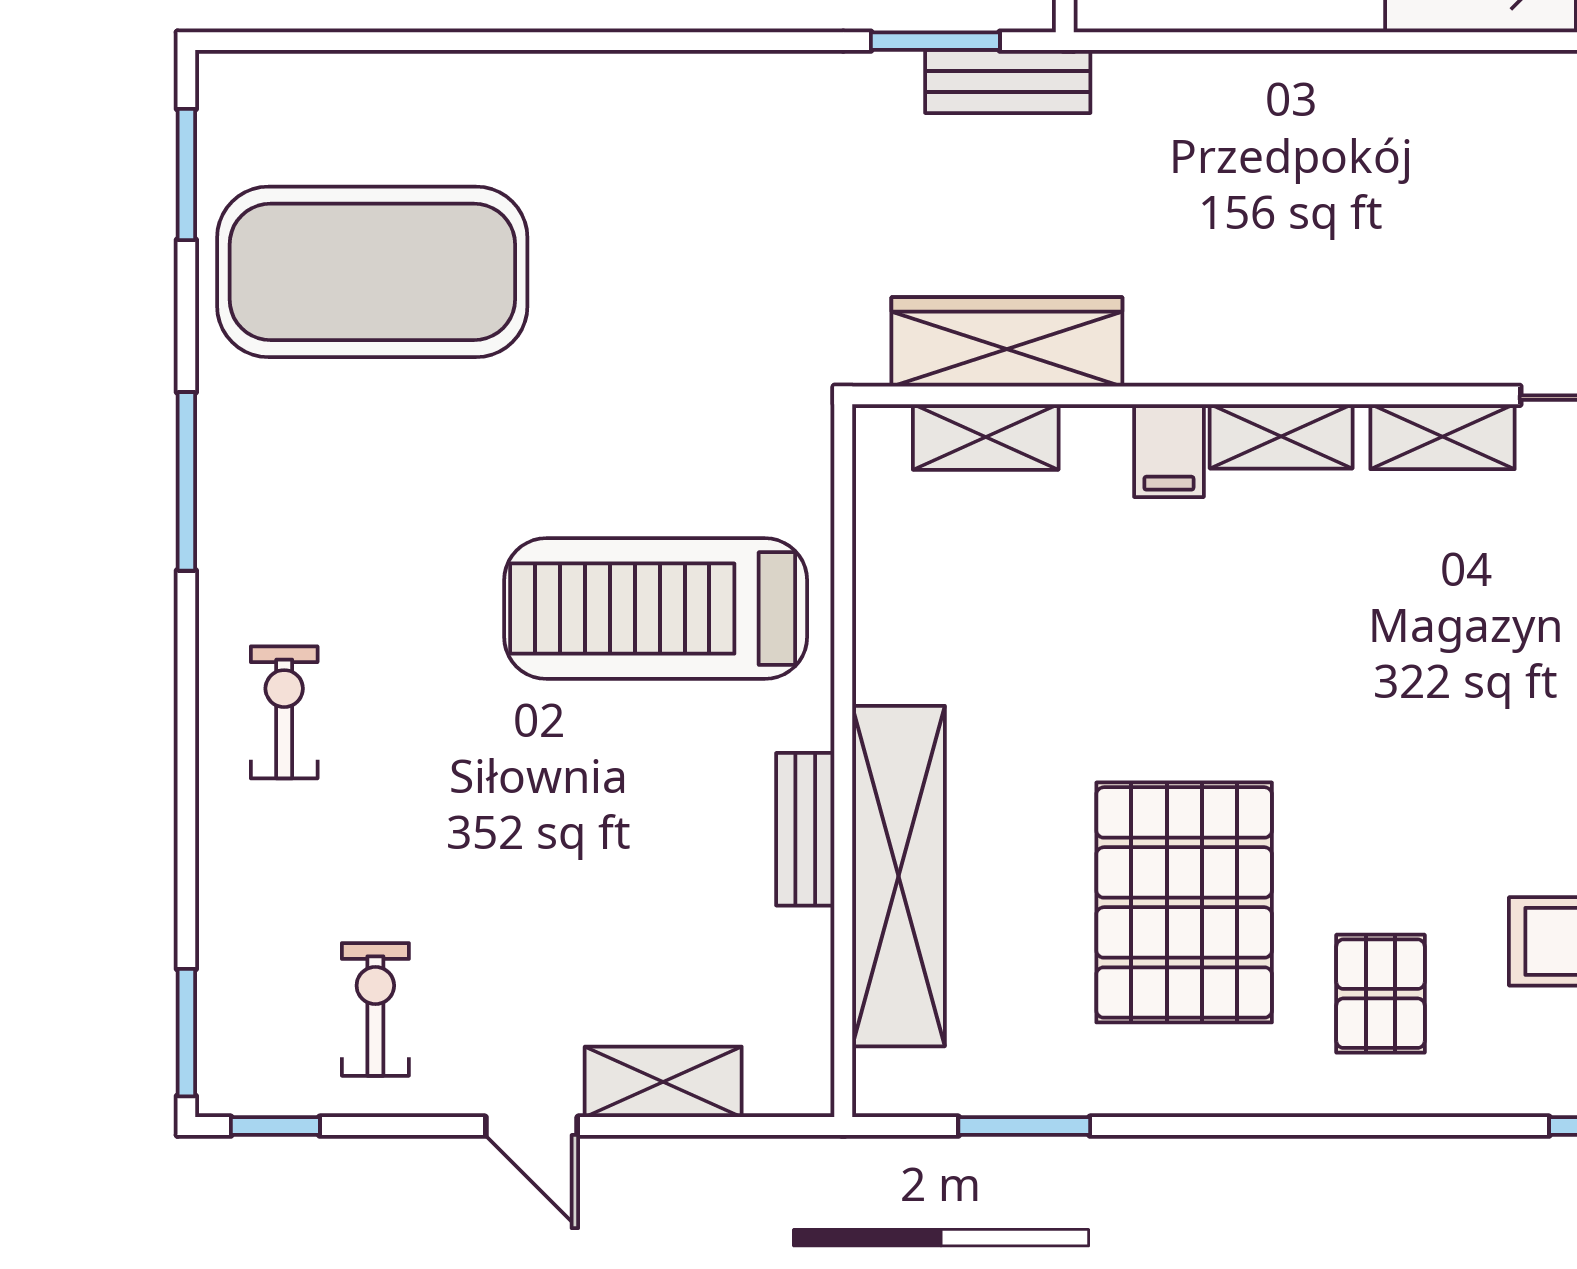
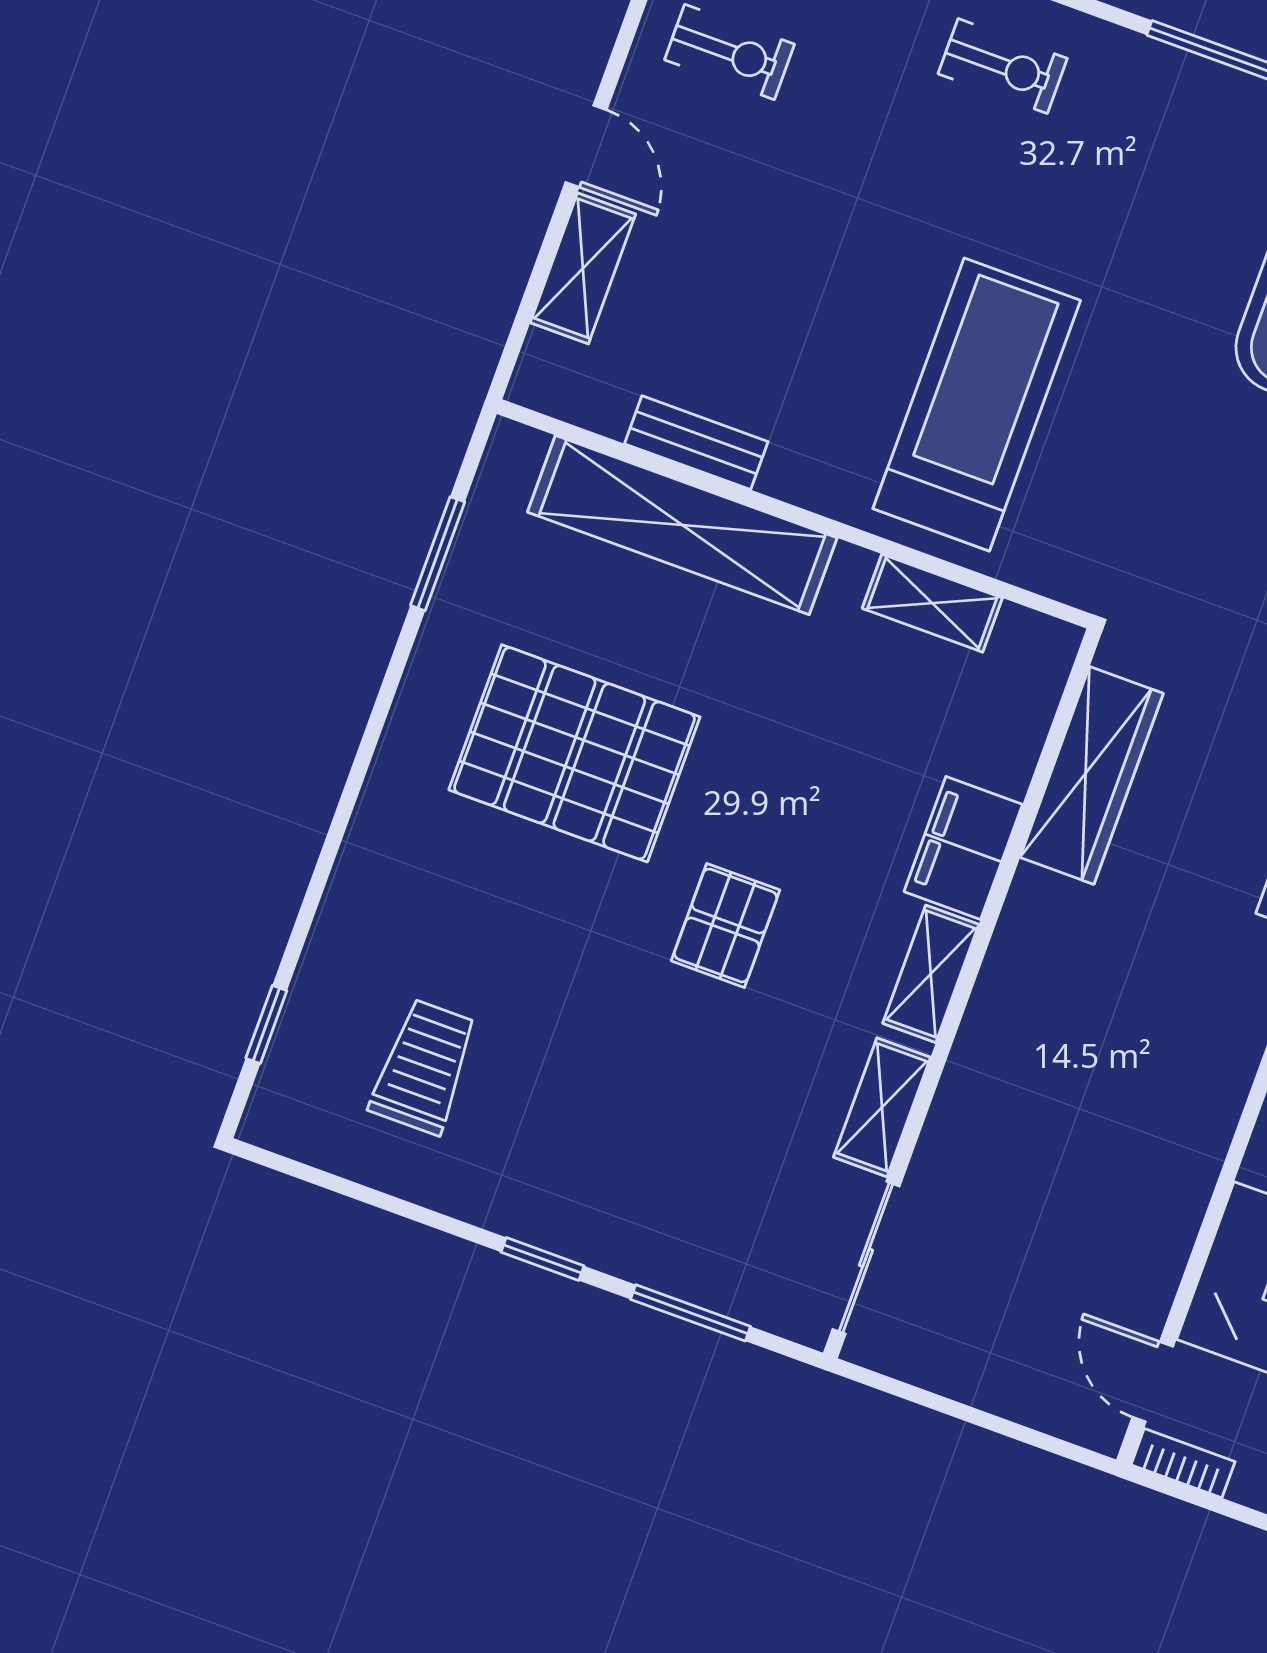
shelving: (986, 437) -> (932, 603), moved, turned 90
filing cabinet: (1169, 451) -> (963, 848), width x2.00
bench: (805, 829) -> (696, 443), moved
pallet: (1380, 994) -> (726, 925), moved, turned 90
door: (532, 1126) -> (586, 146), swing flipped

